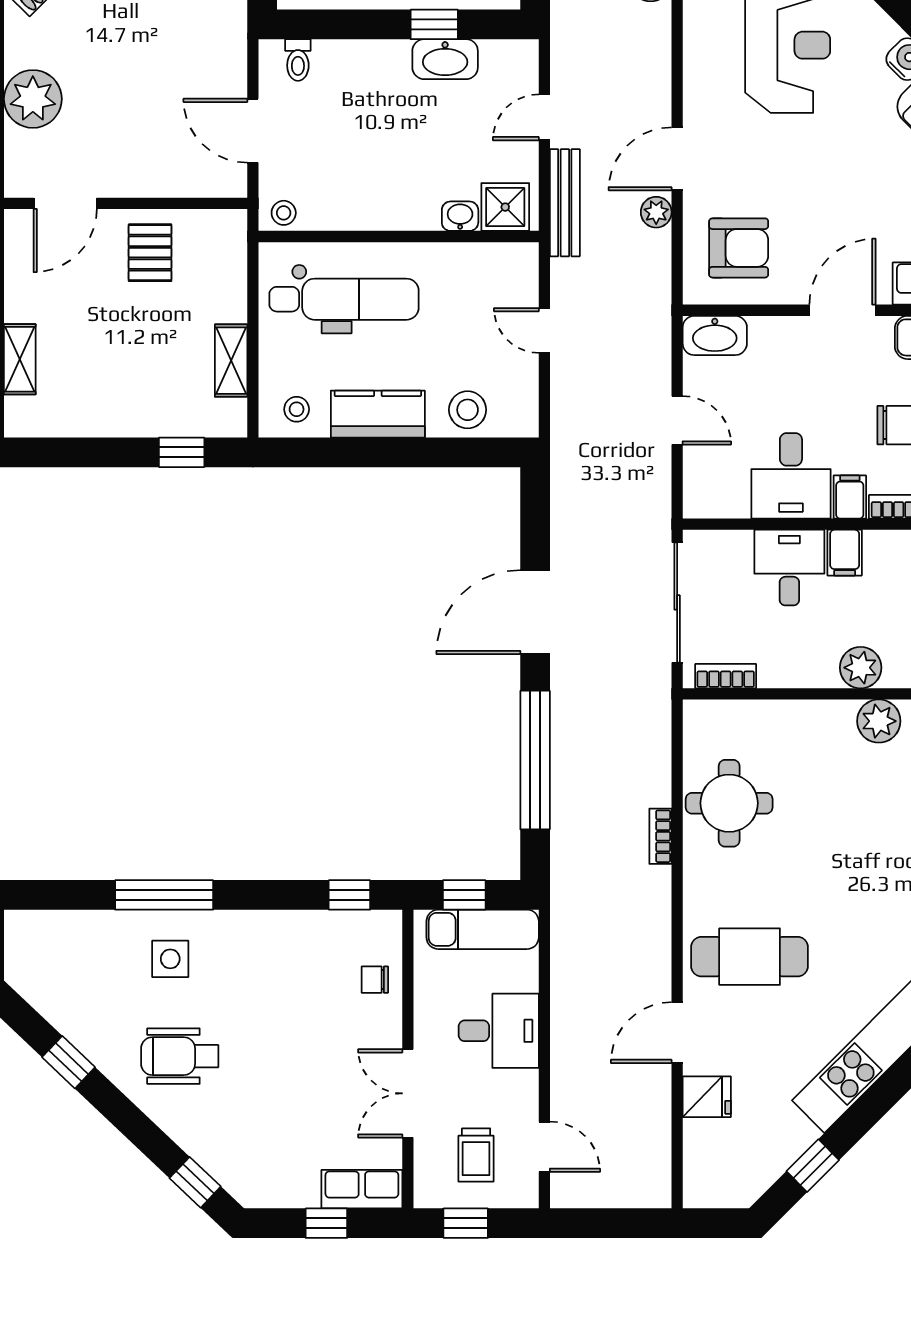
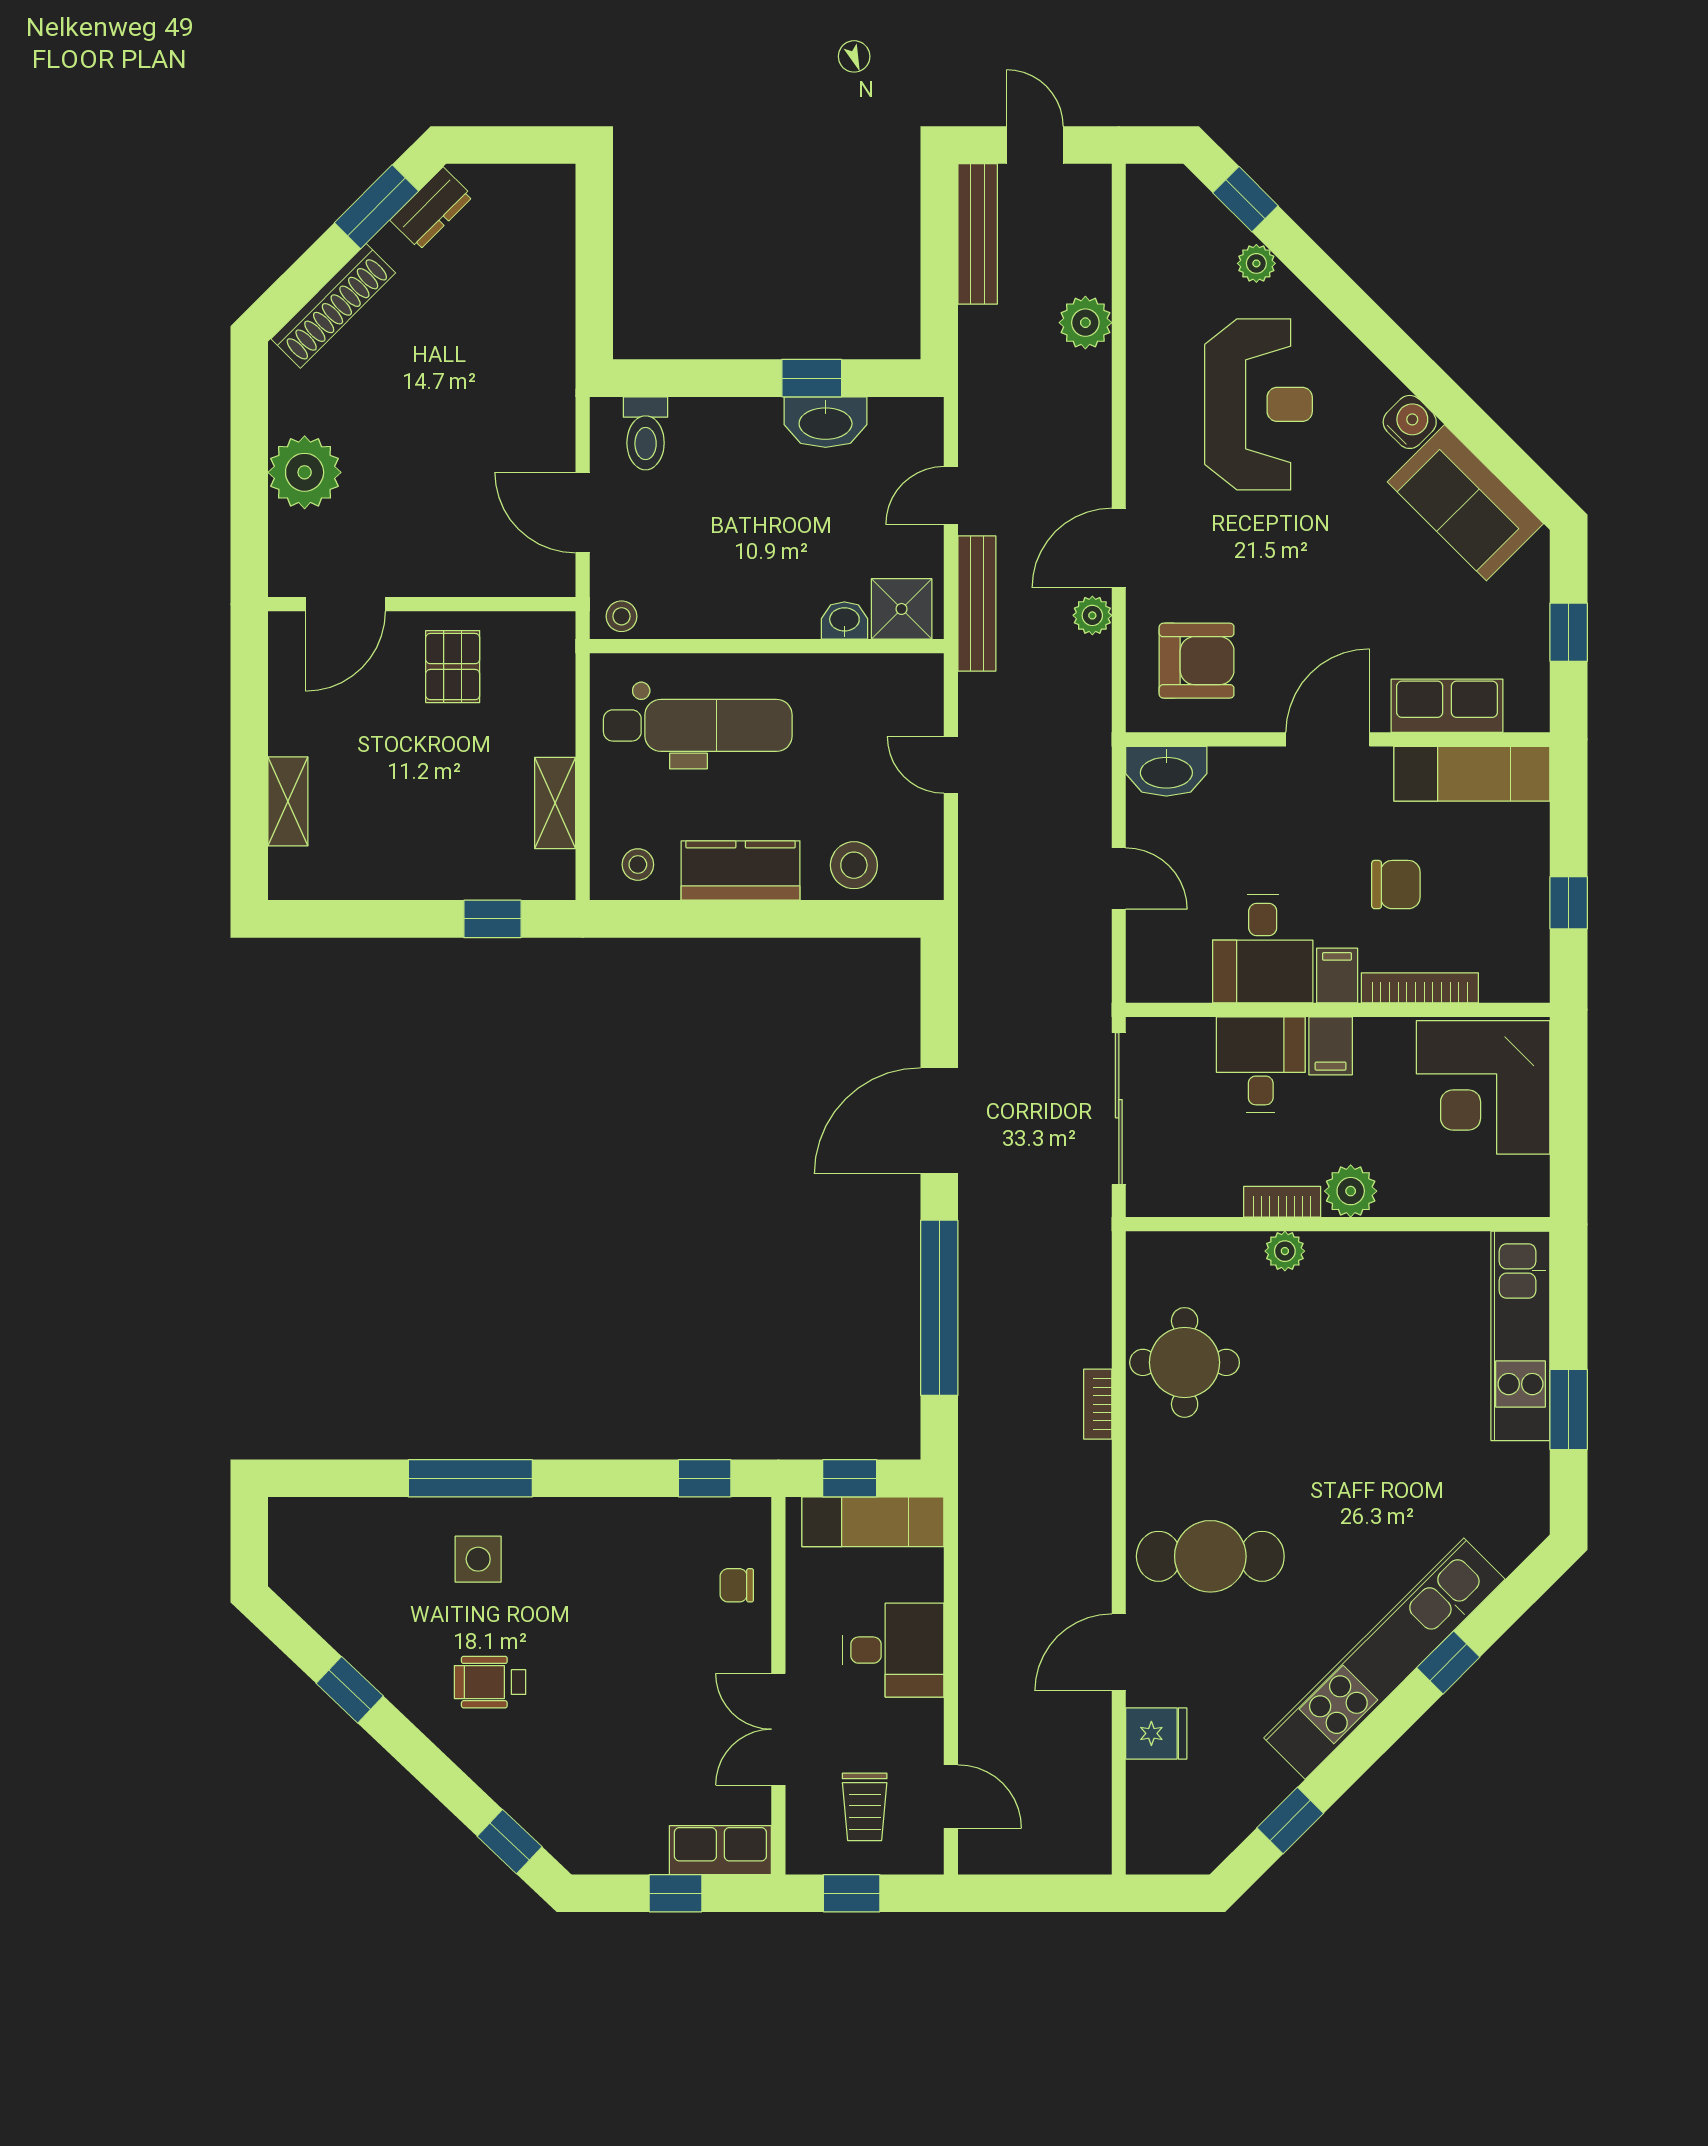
toilet: (298, 60) -> (646, 433), width x1.37, depth x1.39
bookcase: (726, 676) -> (1282, 1202), moved
plant: (879, 721) -> (1285, 1251), moved, width x0.73, depth x0.73
wheelchair: (180, 1056) -> (490, 1682), width x0.73, depth x0.73

